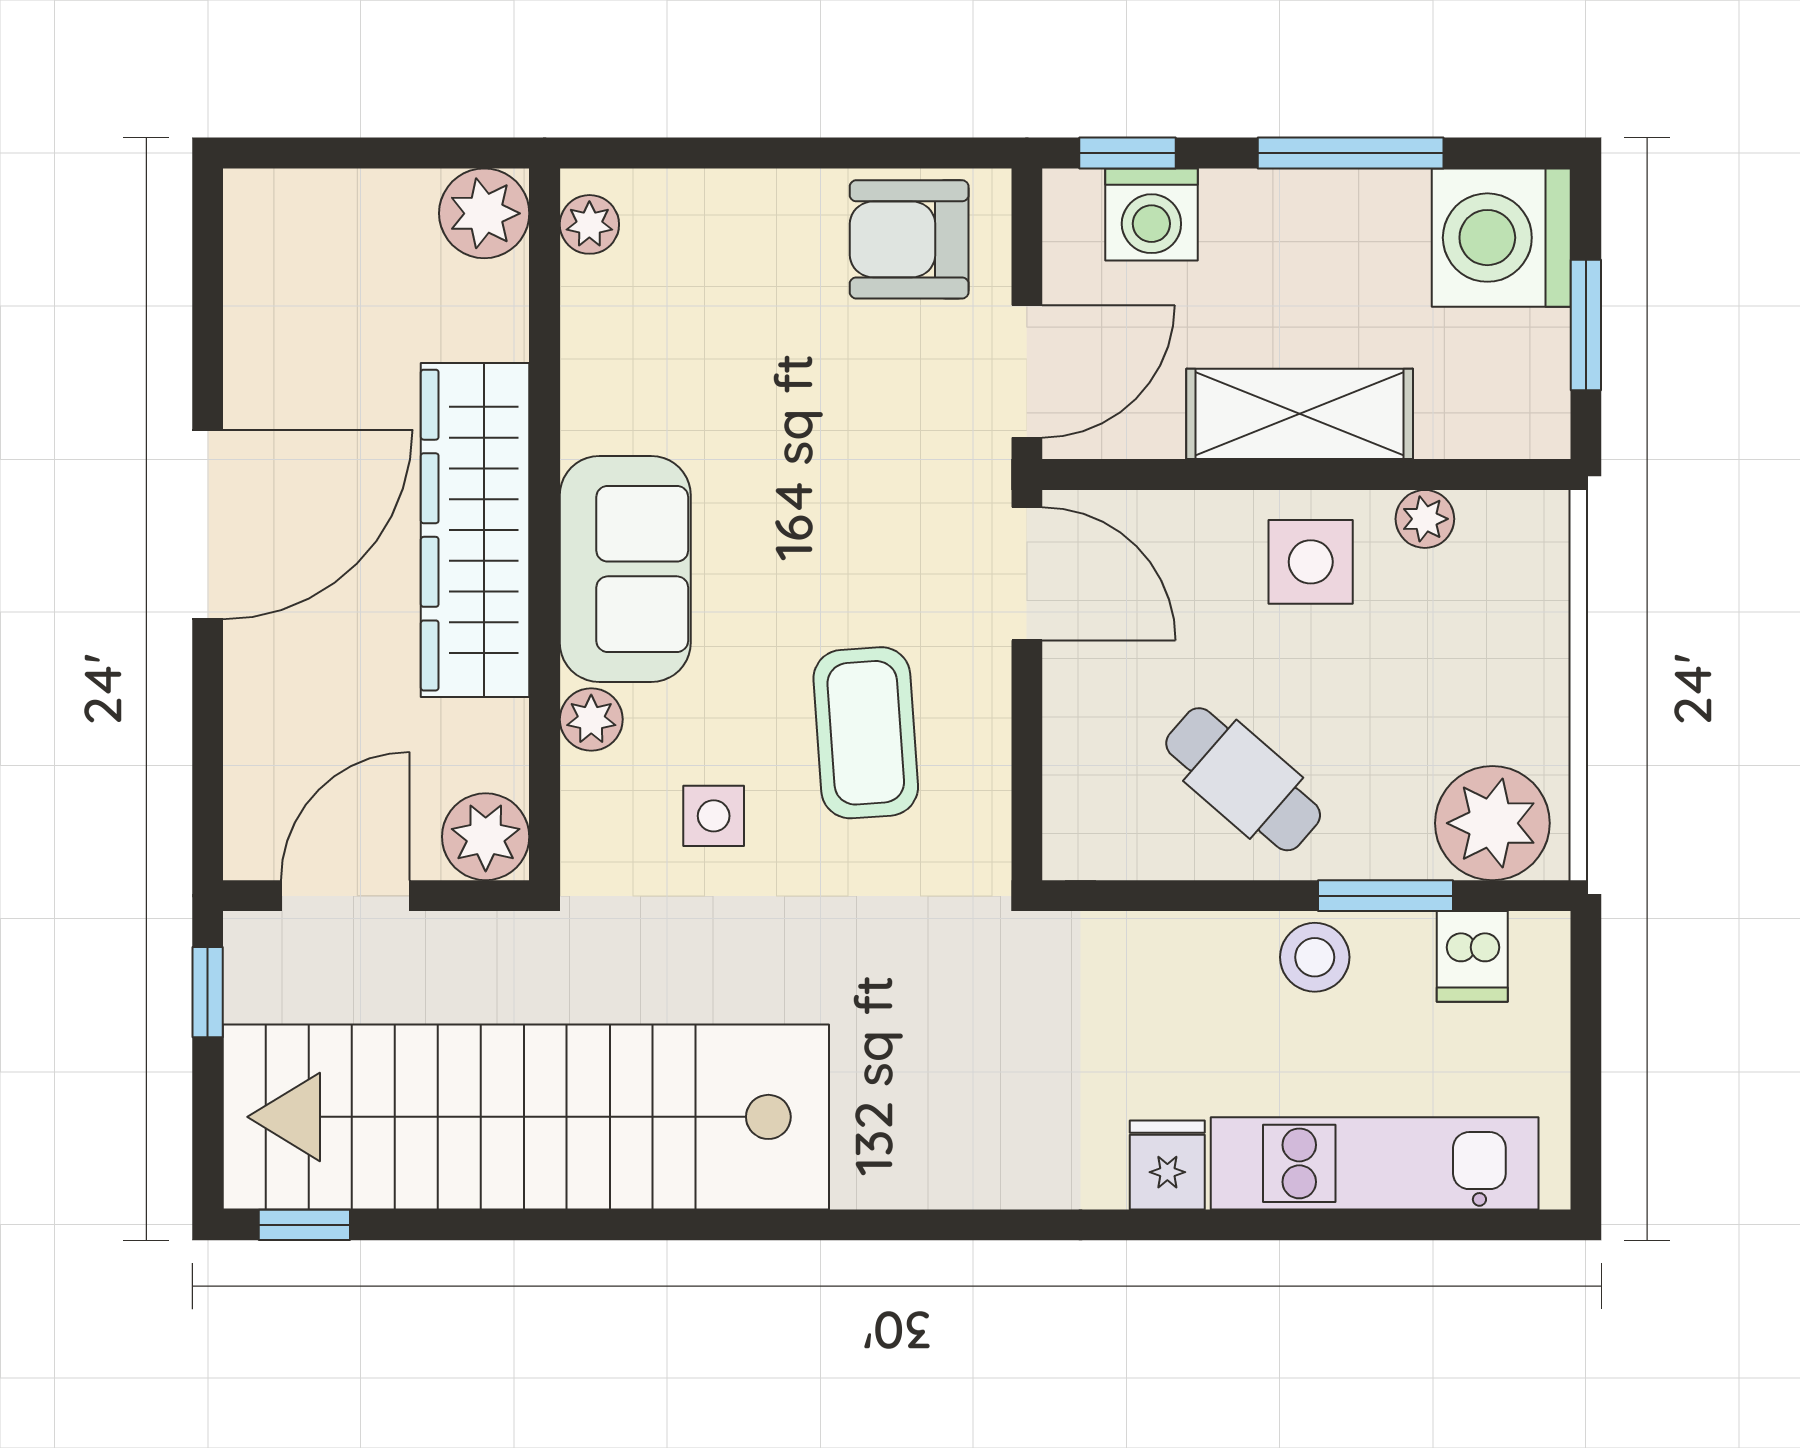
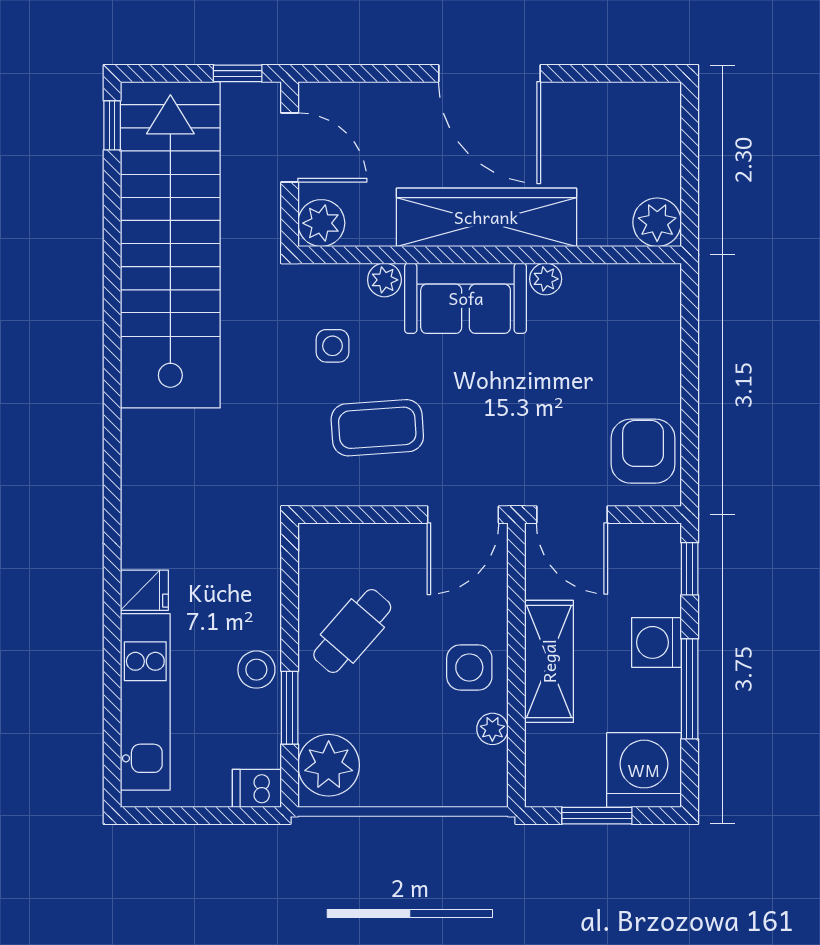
washing machine: (1151, 214) -> (656, 642), moved
plant: (589, 224) -> (546, 279), moved
dishwasher: (1472, 956) -> (257, 788), moved

